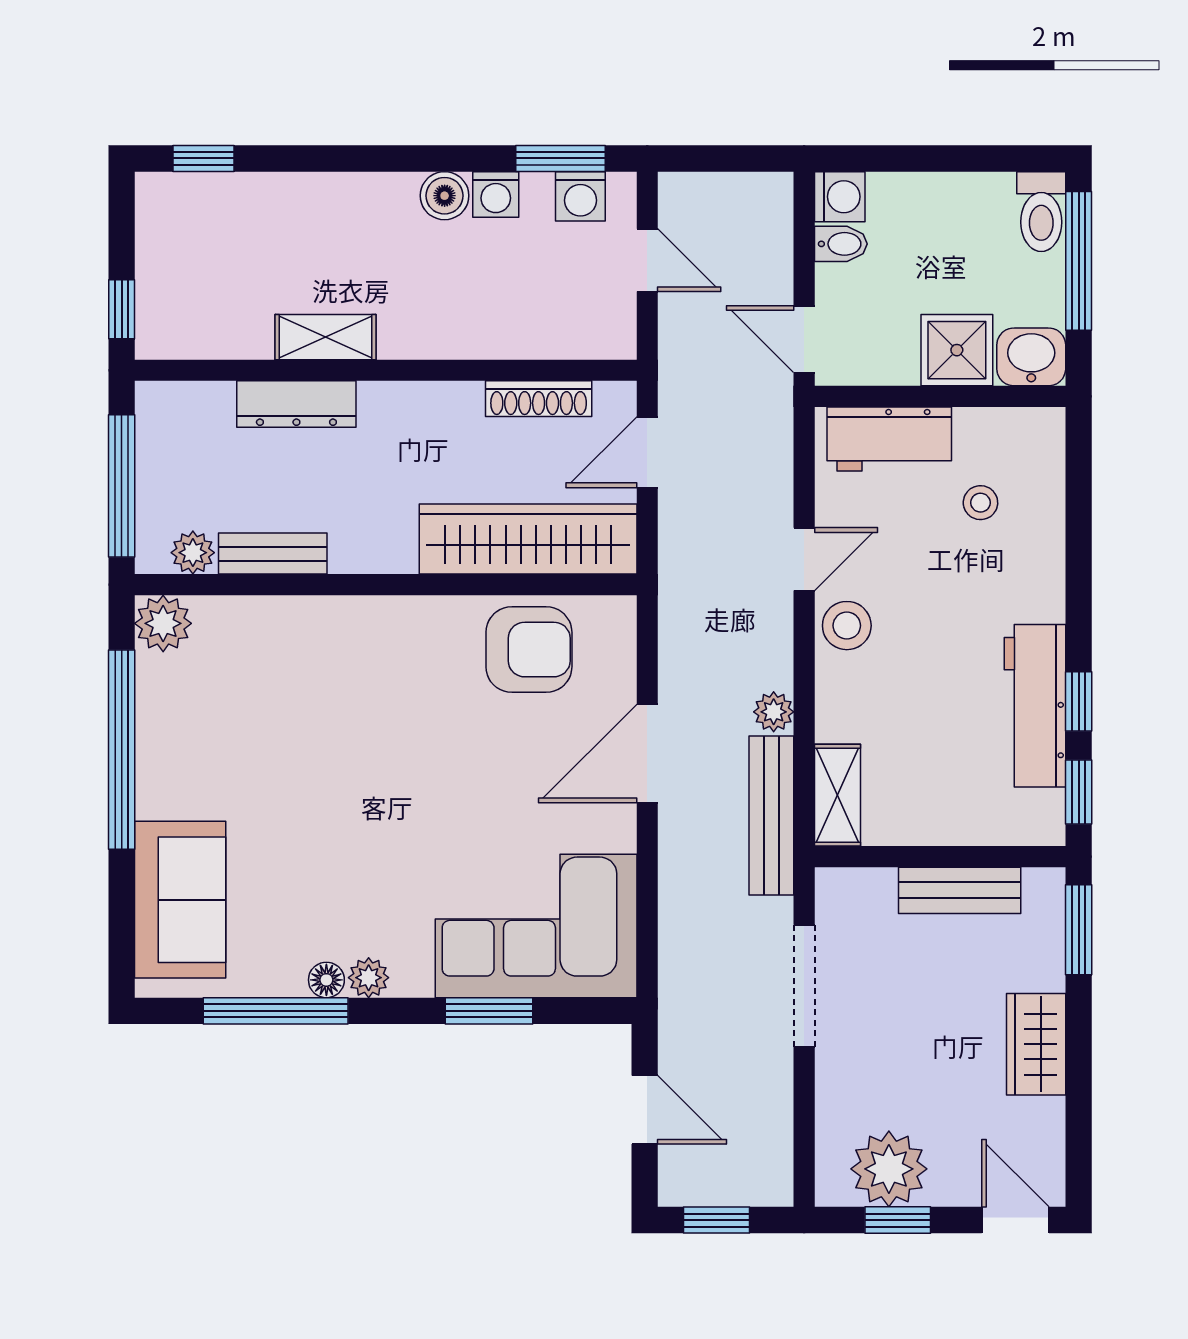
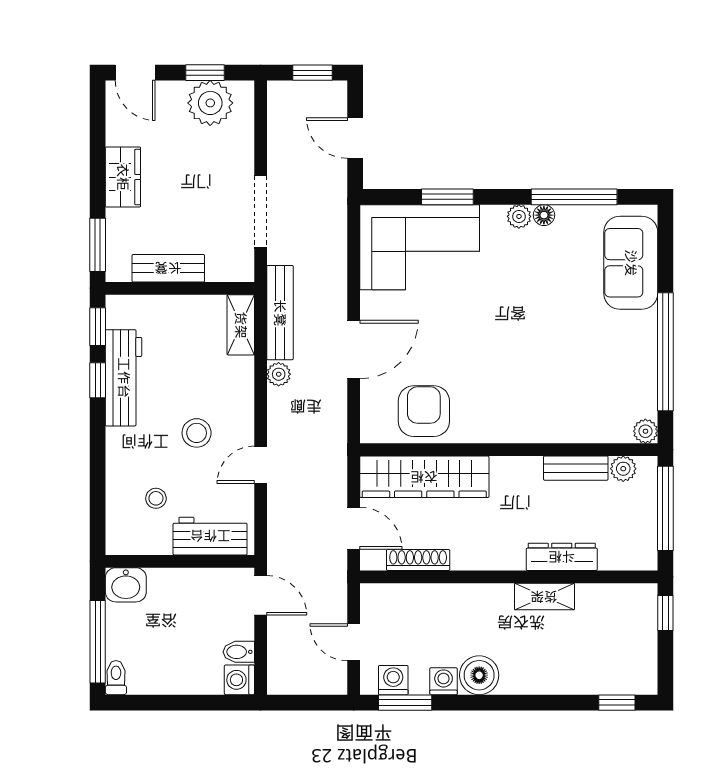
boiler: (445, 196) -> (479, 675), width x1.36, depth x1.36
toilet: (1041, 212) -> (116, 678), width x0.73, depth x0.72
shower: (957, 350) -> (170, 589), removed
door: (647, 452) -> (354, 528), hinge flipped
plant: (163, 623) -> (645, 431), width x0.73, depth x0.73
stool: (847, 626) -> (197, 433), moved
armchair: (529, 650) -> (424, 411), turned 90

